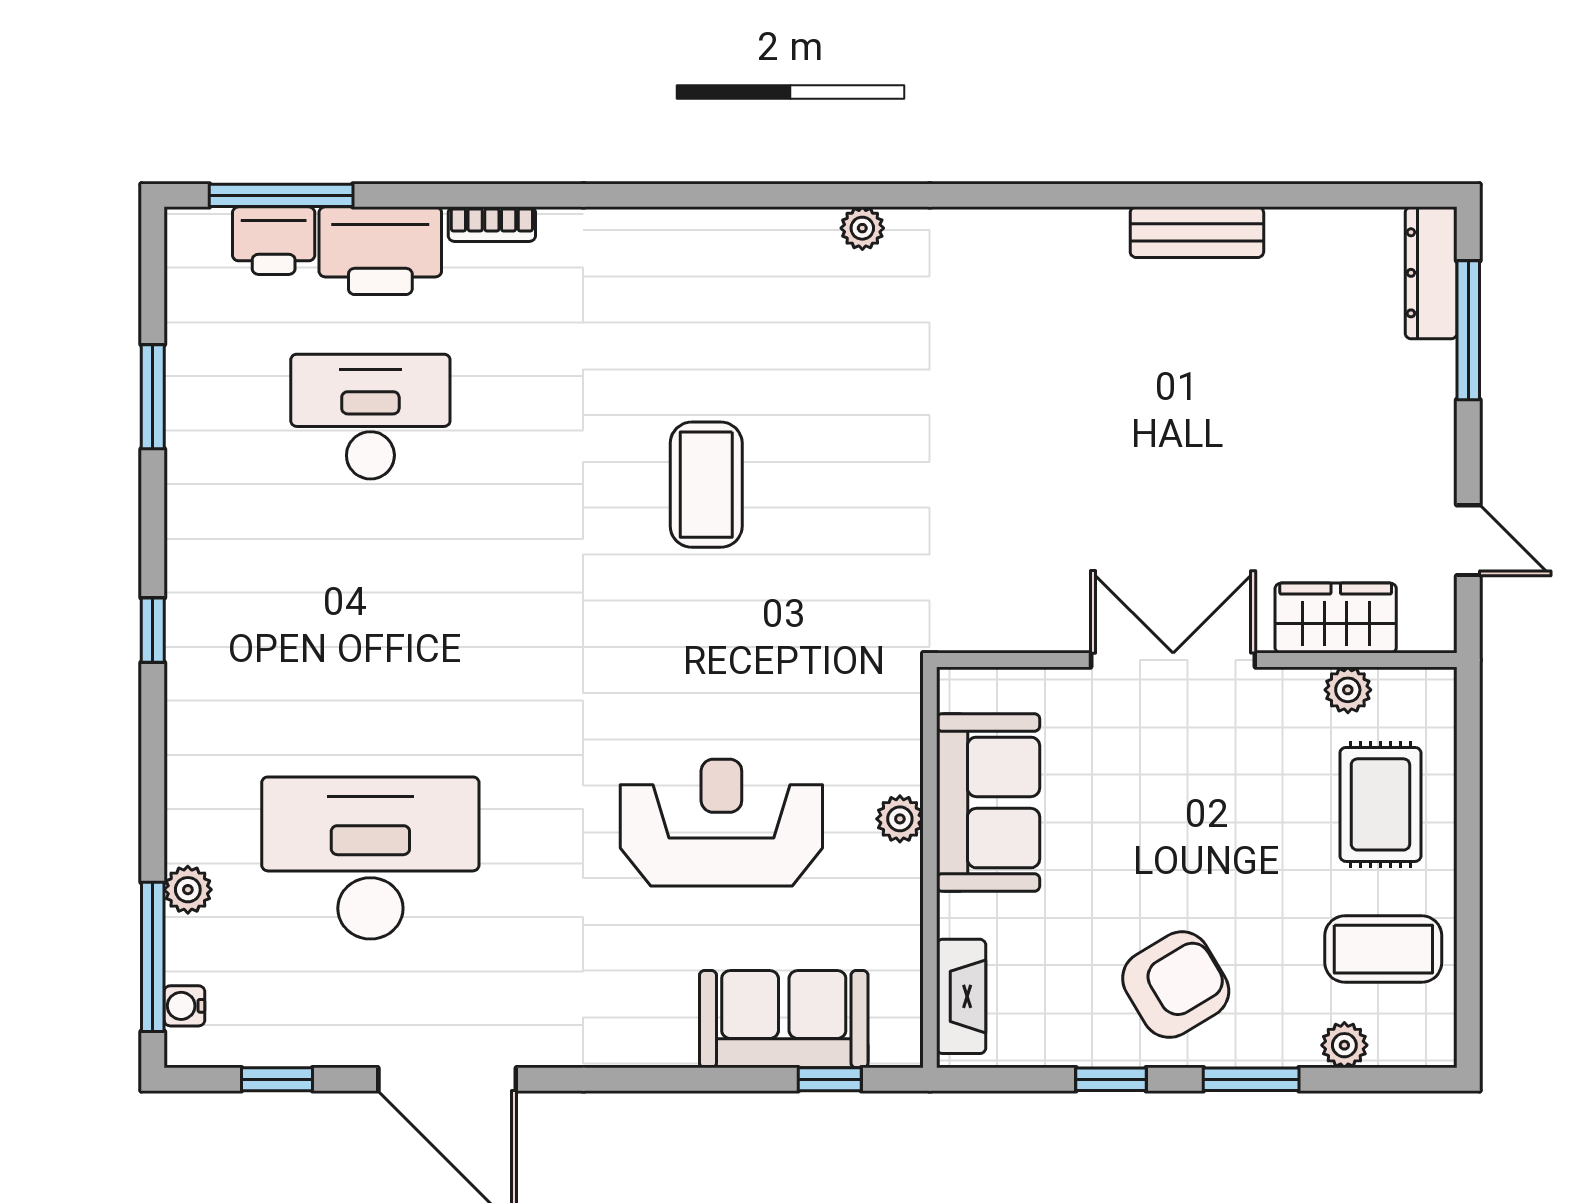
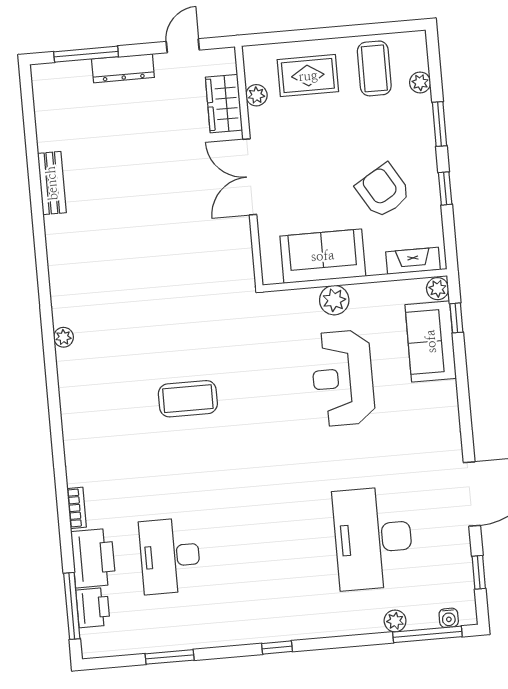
dresser: (1431, 273) -> (123, 68), moved
plant: (900, 819) -> (334, 300), width x1.38, depth x1.38
armchair: (1176, 985) -> (383, 191), moved
plant: (896, 1044) -> (438, 289), added

